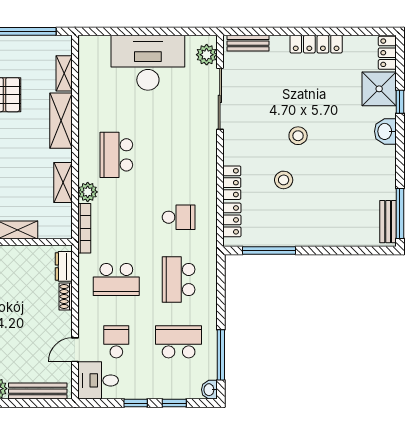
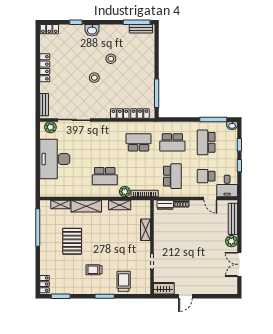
shower: (379, 89) -> (69, 34), removed
stool: (284, 180) -> (111, 59), moved
school desk: (179, 217) -> (139, 142), width x1.85

